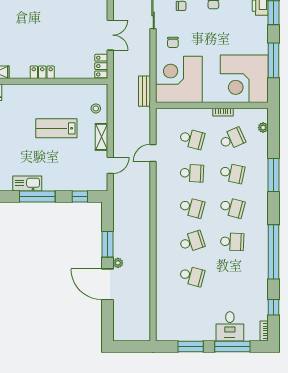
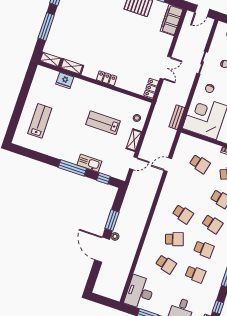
school desk: (192, 173) -> (195, 274), moved
kitchen sink: (27, 183) -> (89, 163), moved
desk: (171, 321) -> (140, 292), added

